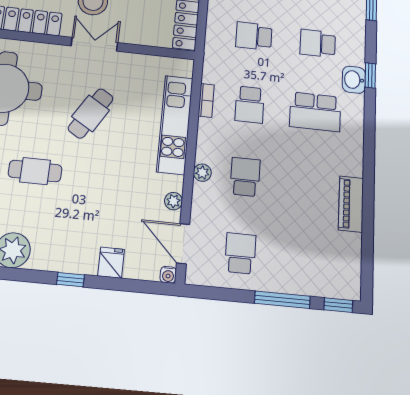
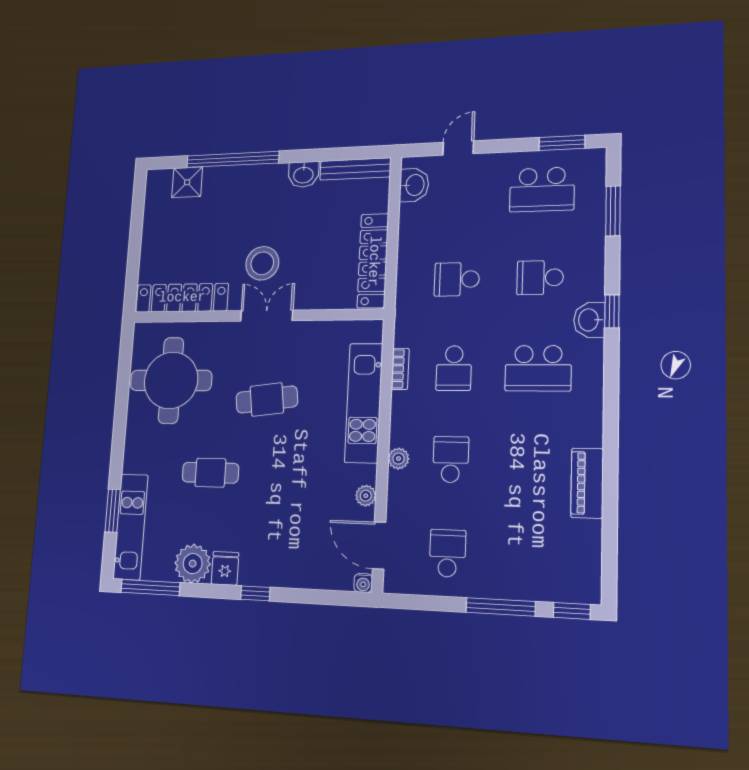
cafe table: (91, 113) -> (267, 400), turned 52
fridge: (111, 263) -> (225, 568), moved

